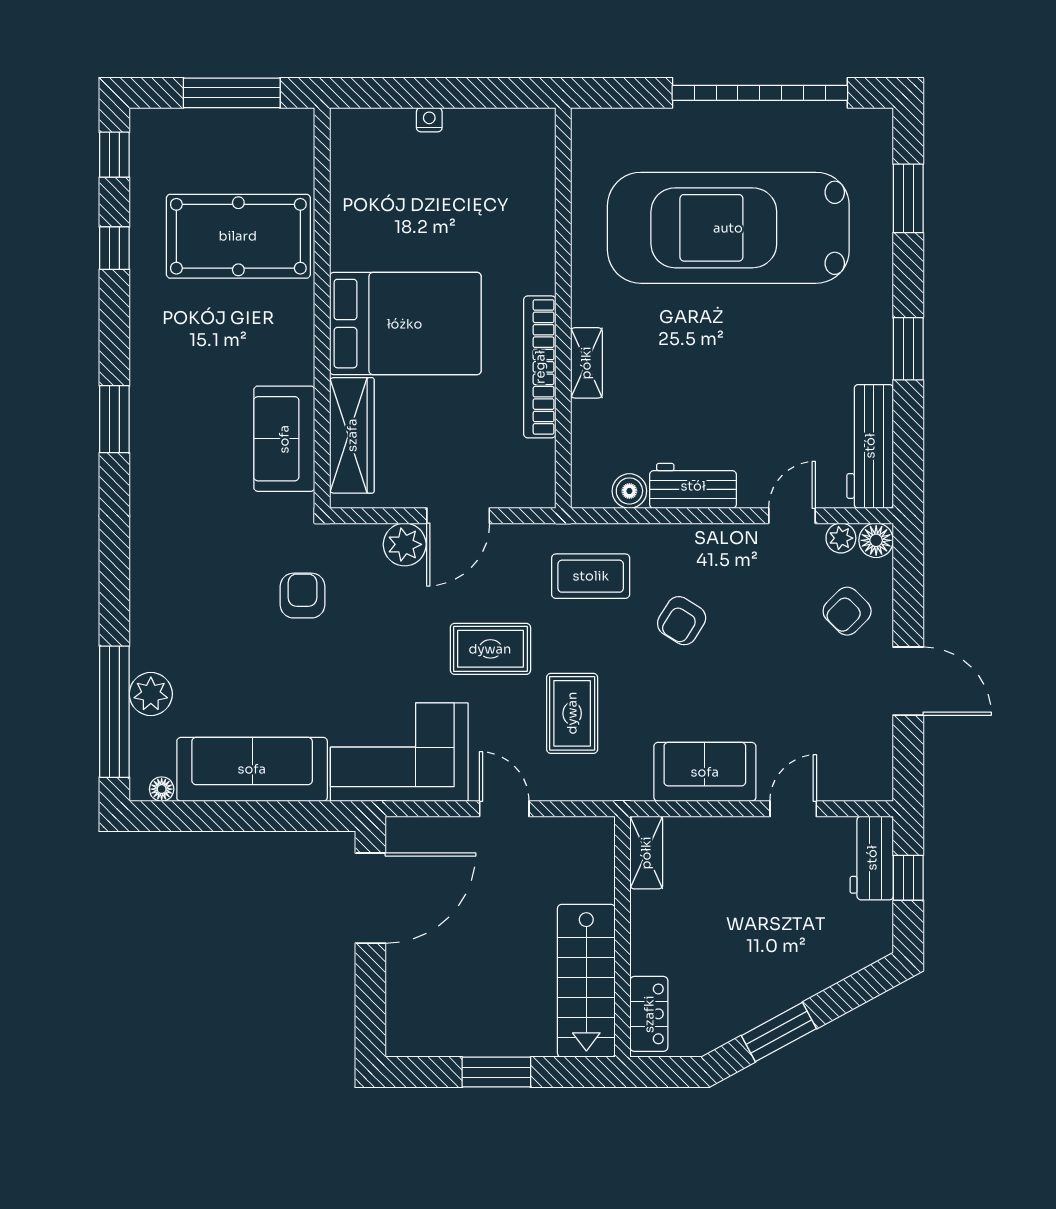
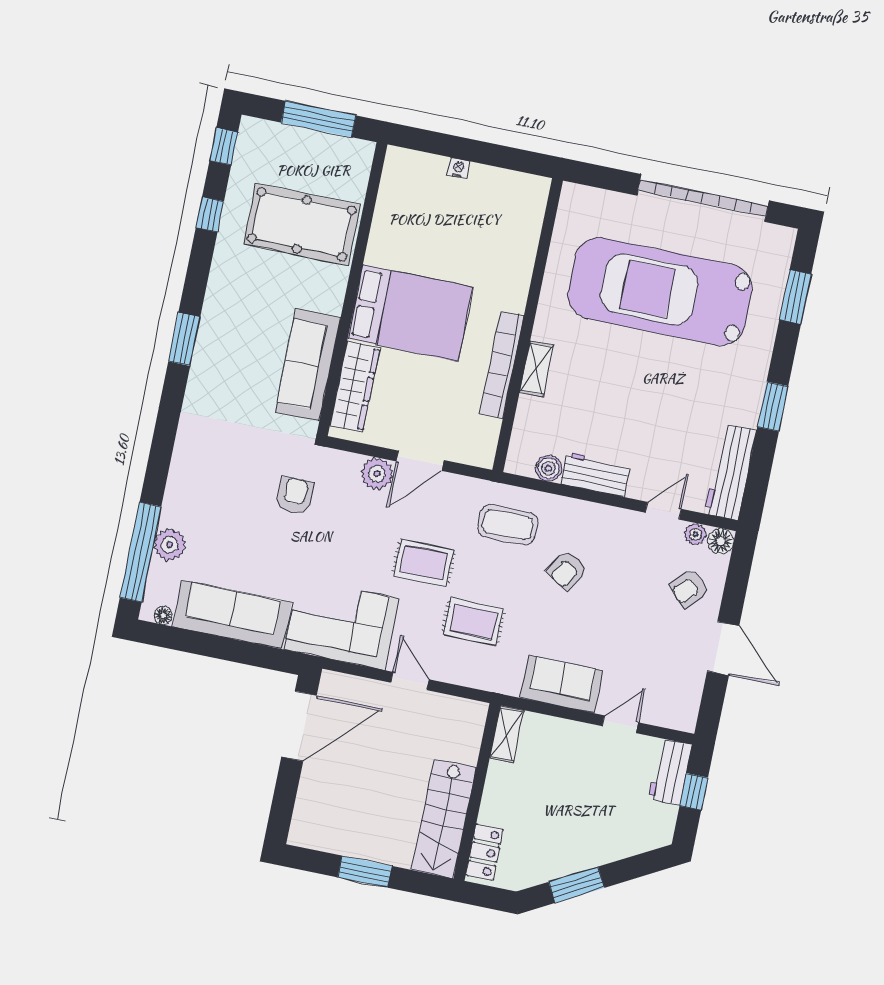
sofa: (284, 439) -> (308, 365), width x1.36
rug: (572, 713) -> (474, 622), turned 90

